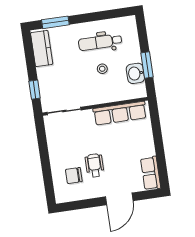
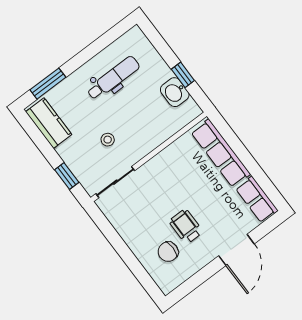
dental chair: (100, 42) -> (113, 78), turned 180
window: (147, 65) -> (183, 75), width x0.67
stool: (102, 69) -> (108, 140), moved
row of seats: (120, 113) -> (221, 153), moved, turned 90

